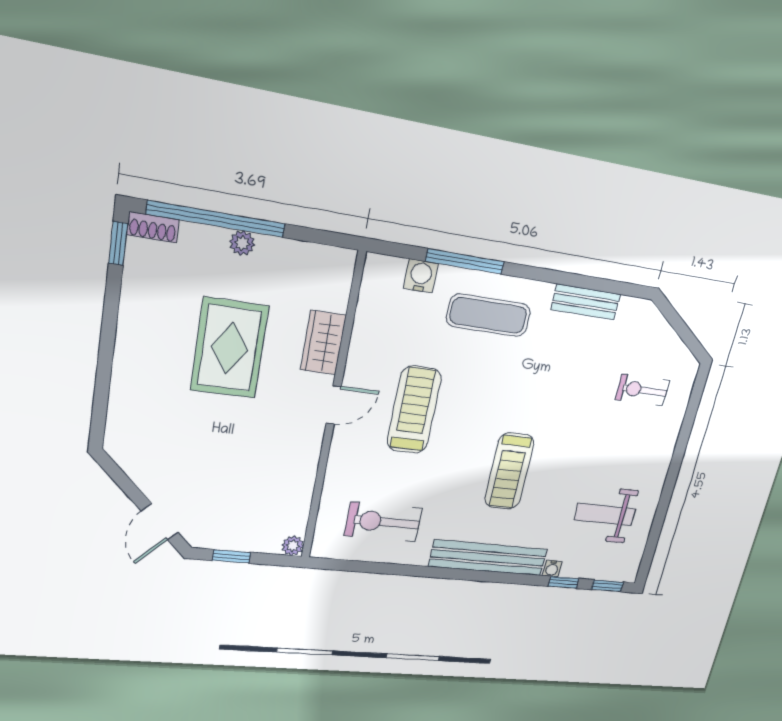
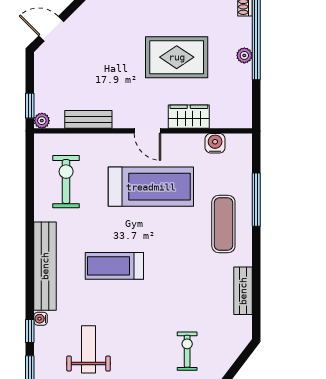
water cooler: (421, 276) -> (215, 143), moved, turned -90
treadmill: (414, 410) -> (151, 187), width x1.37, depth x1.38
bench: (302, 484) -> (88, 119), added
window: (231, 556) -> (30, 106), moved

